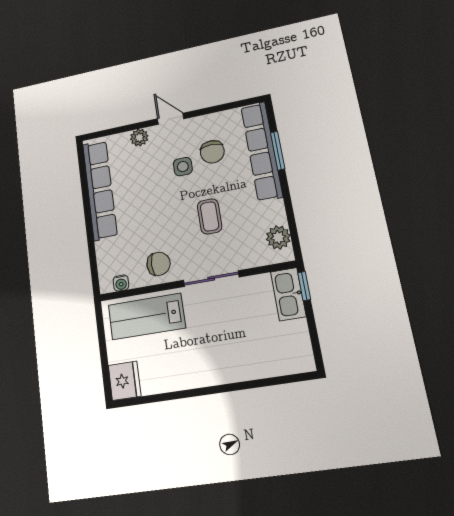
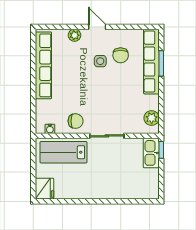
coffee table: (210, 216) -> (112, 97), removed

